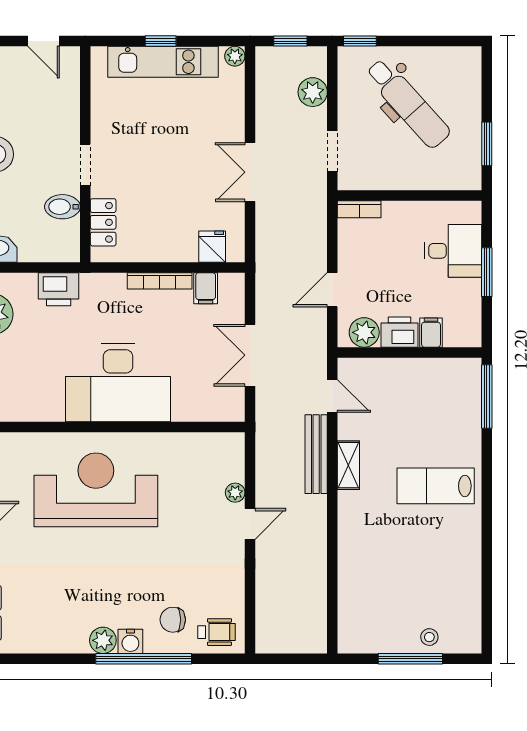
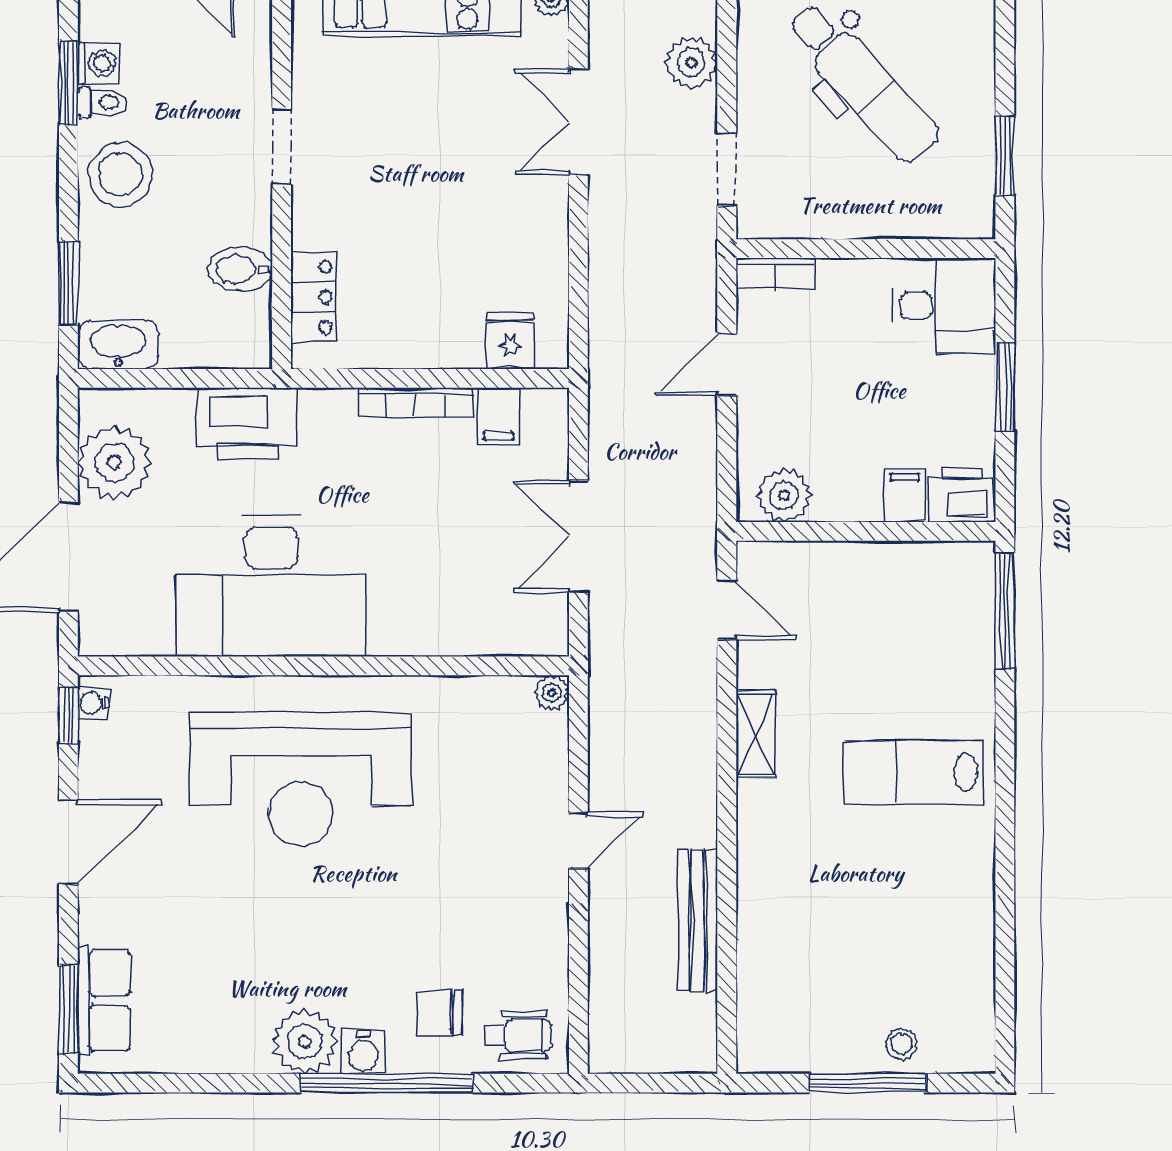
doorway: (85, 165) -> (282, 147), moved
double door: (250, 172) -> (578, 122), moved
desk: (453, 251) -> (944, 306), moved
printer: (59, 289) -> (247, 423), width x1.37, depth x1.19
door: (332, 290) -> (727, 365), moved
printer: (400, 332) -> (961, 495), moved
desk: (118, 383) -> (271, 586), moved
bench: (316, 454) -> (698, 920), moved
reception desk: (96, 490) -> (301, 779), turned 180
plant: (235, 493) -> (552, 693), moved
plant: (103, 640) -> (305, 1041), width x1.36, depth x1.36

